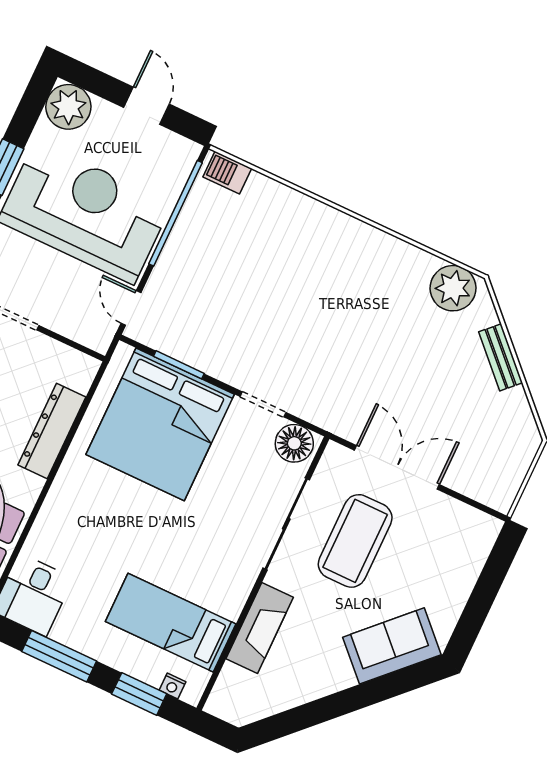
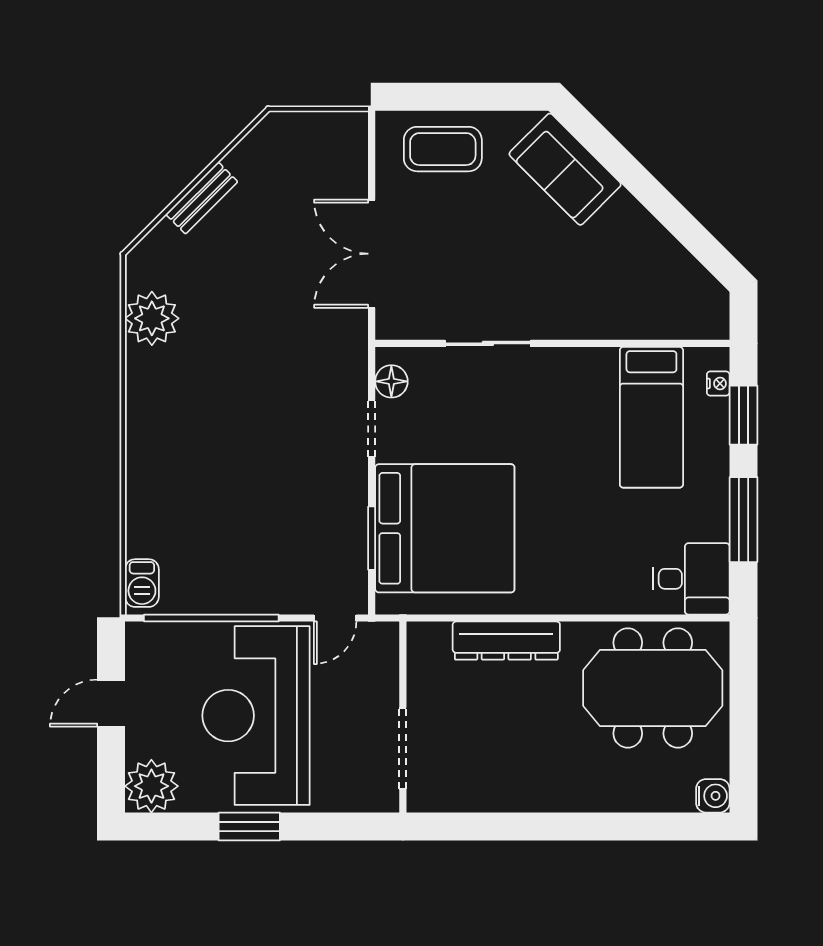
plant: (453, 288) -> (152, 318), moved
floor lamp: (294, 443) -> (391, 381), width x0.73, depth x0.73
sliding door: (286, 524) -> (488, 343), width x0.73
coffee table: (355, 541) -> (443, 149), moved, width x0.73, depth x0.76
fireplace: (260, 628) -> (612, 319), removed

